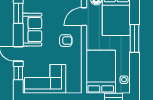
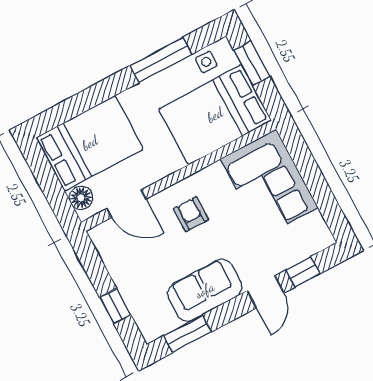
window: (135, 38) -> (161, 60), moved
corner sofa: (45, 79) -> (269, 183), moved

